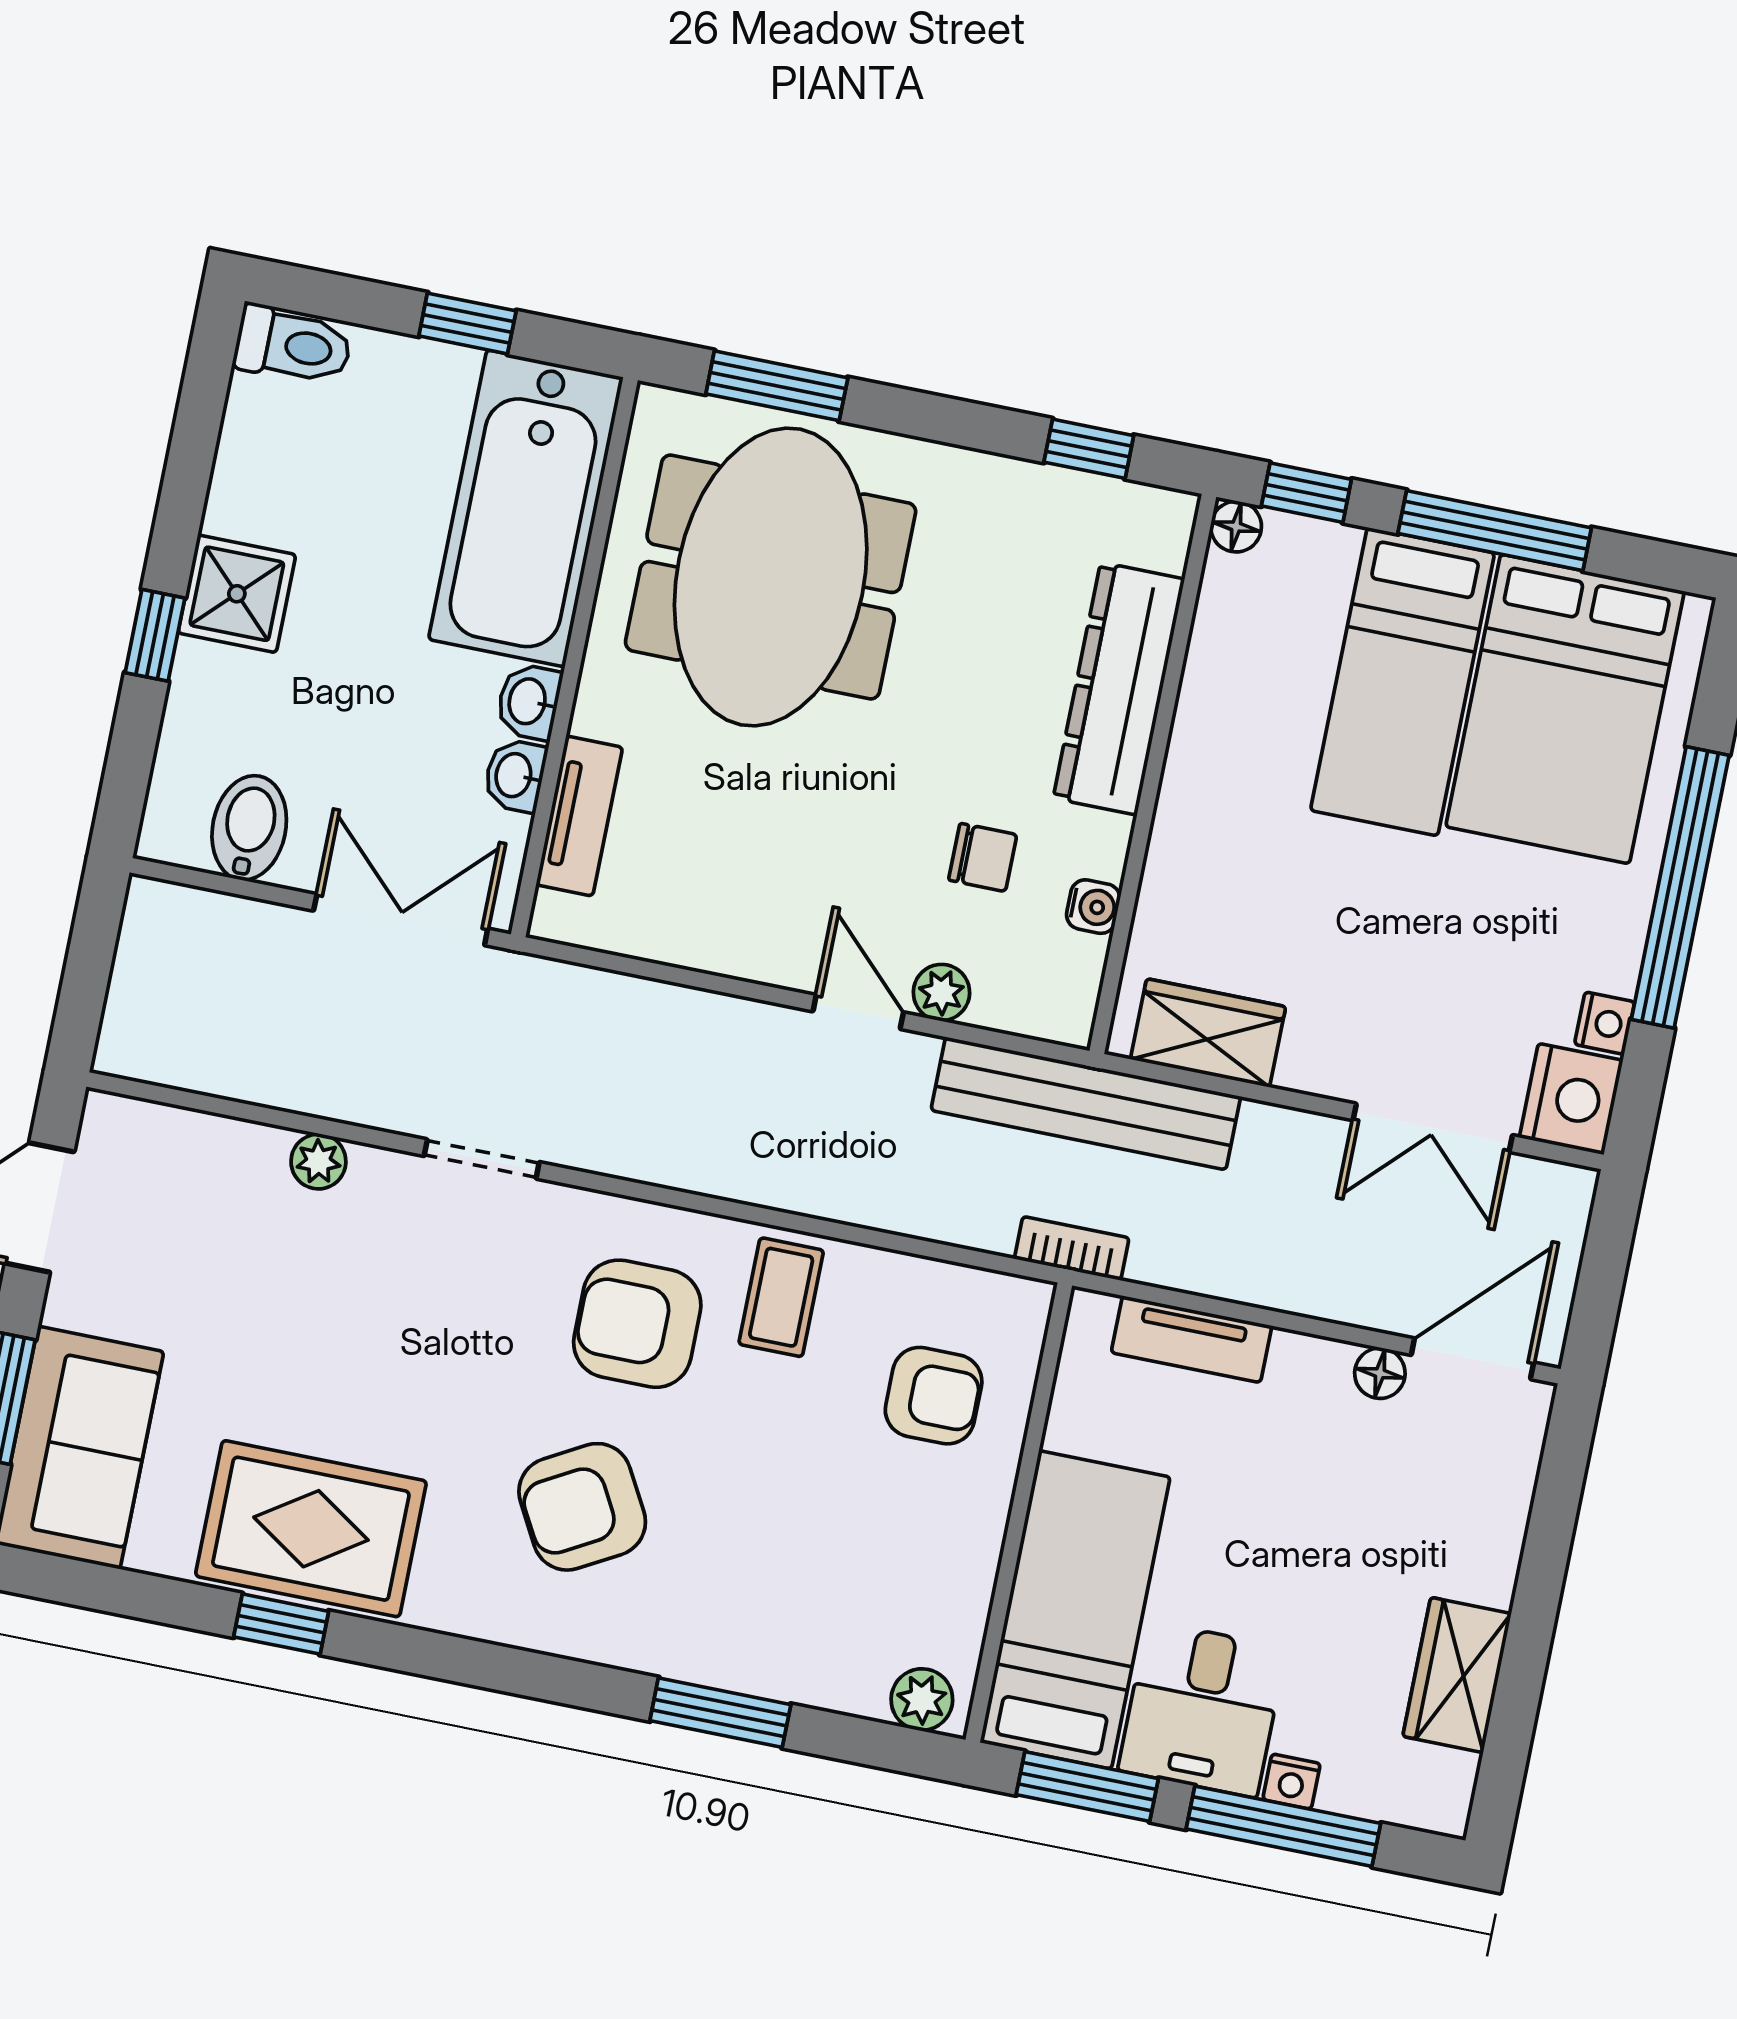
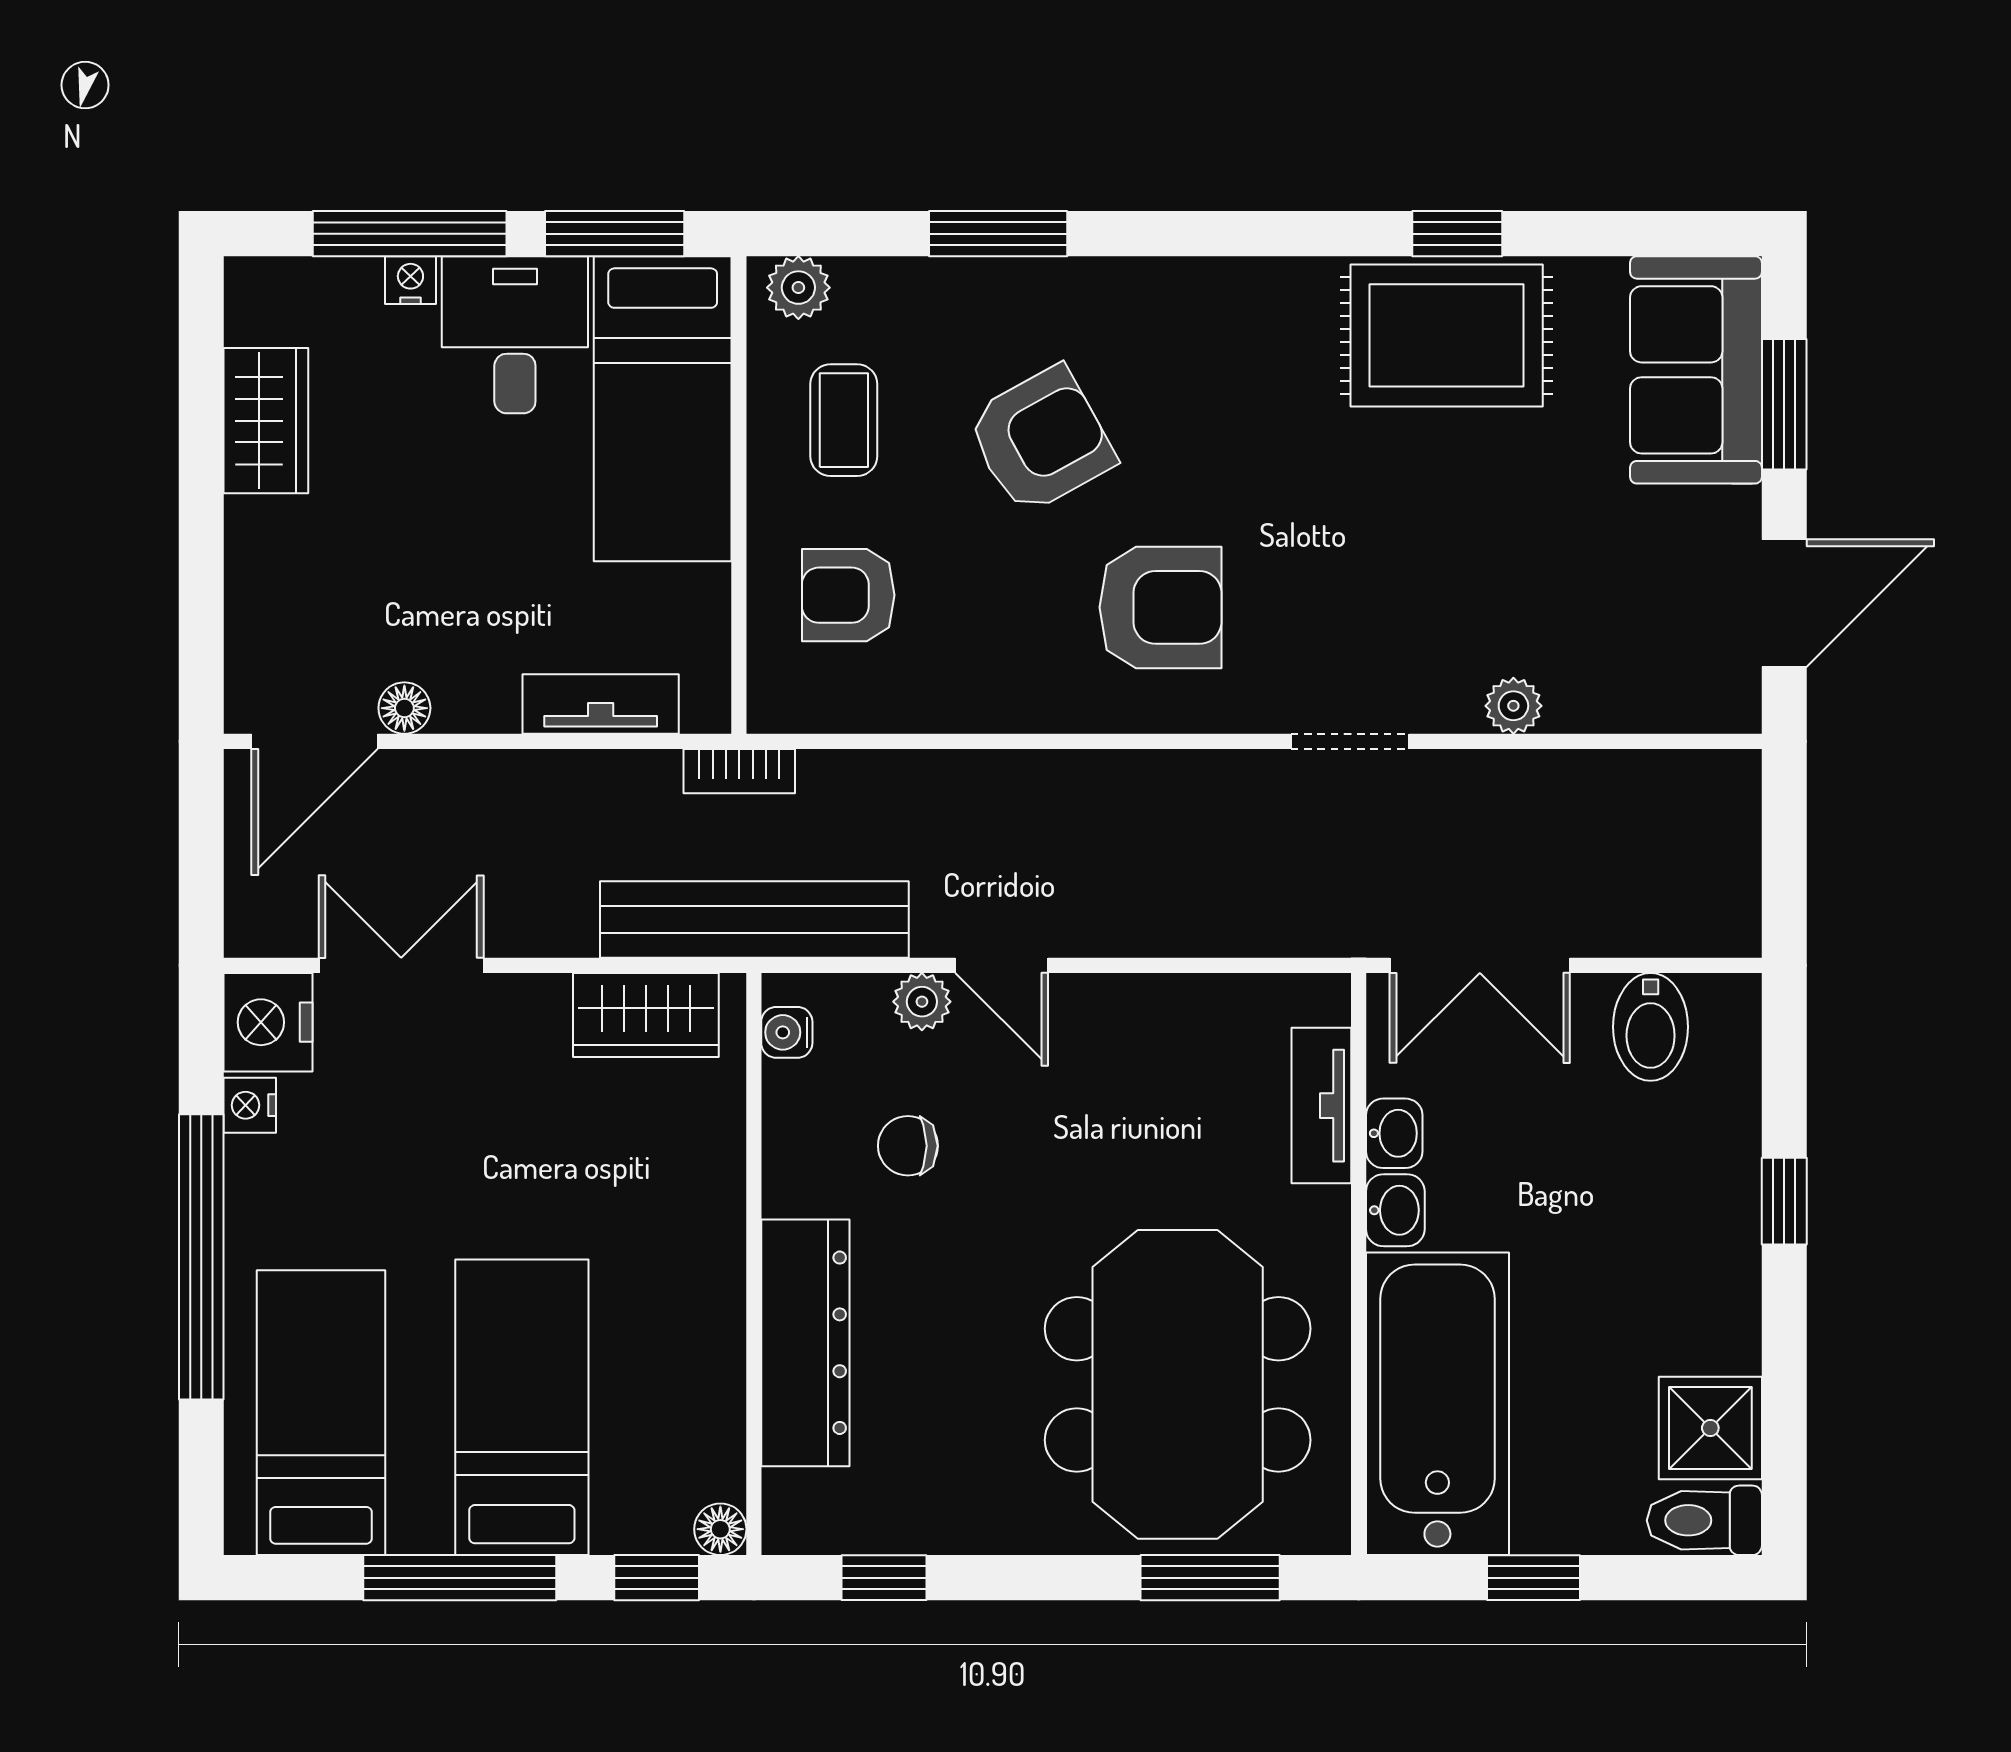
shower: (237, 594) -> (1710, 1428), moved
bed: (1565, 709) -> (321, 1413), width x0.67
water cooler: (1093, 907) -> (787, 1032), moved
coffee table: (781, 1297) -> (844, 420), moved
armchair: (582, 1507) -> (1041, 440), moved

